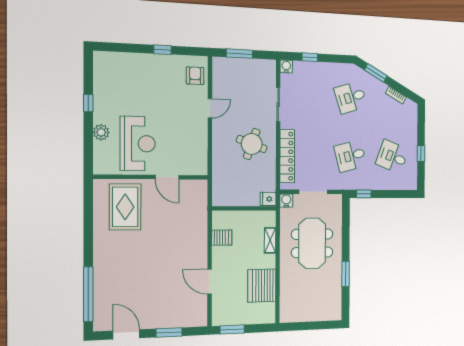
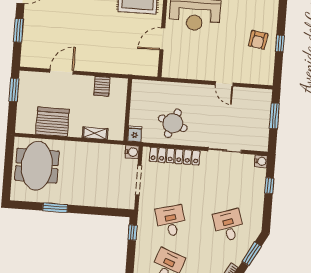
armchair: (195, 76) -> (258, 40), moved, turned 99
round table: (252, 144) -> (173, 123), moved
meeting table: (312, 243) -> (37, 166), moved, turned 90

